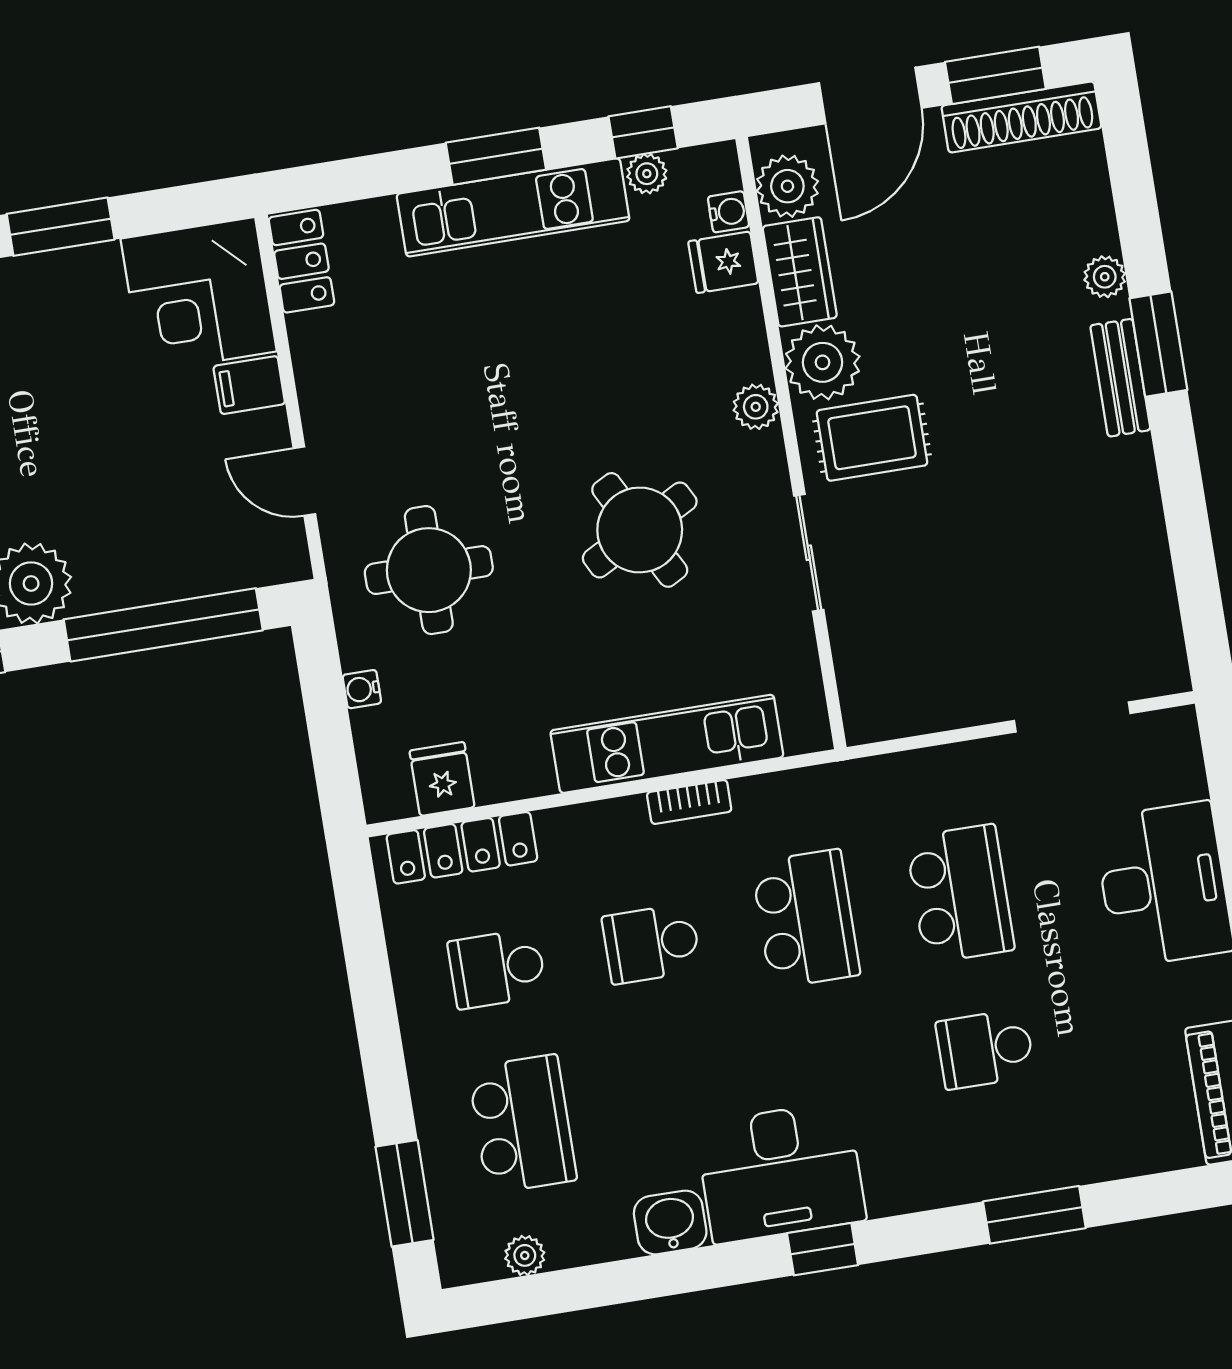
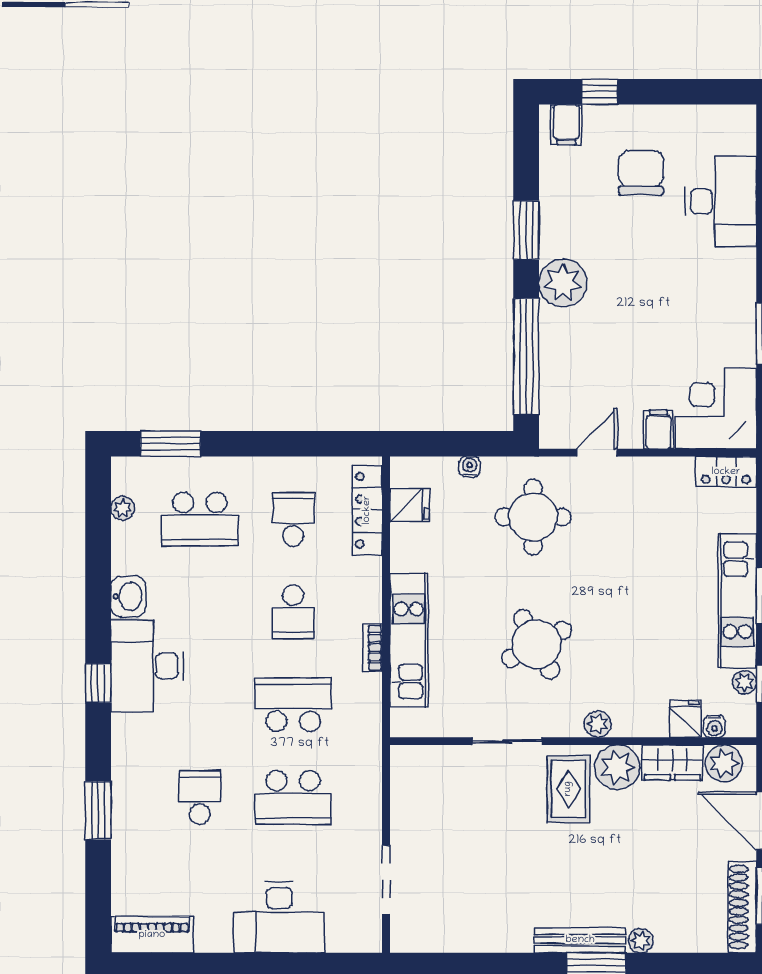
bench: (1120, 378) -> (580, 940), width x1.36
school desk: (806, 919) -> (293, 705), turned 180
school desk: (651, 944) -> (293, 612), turned 180

